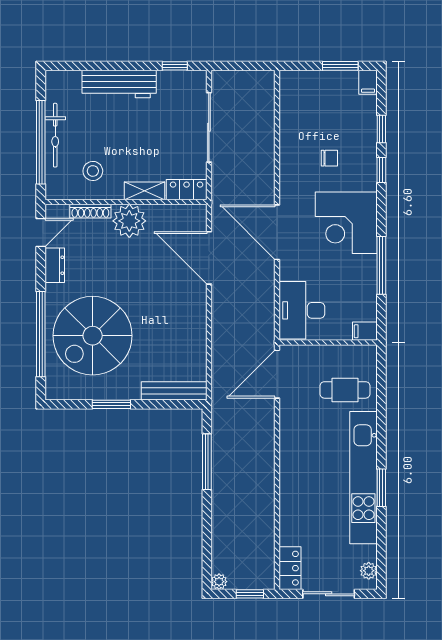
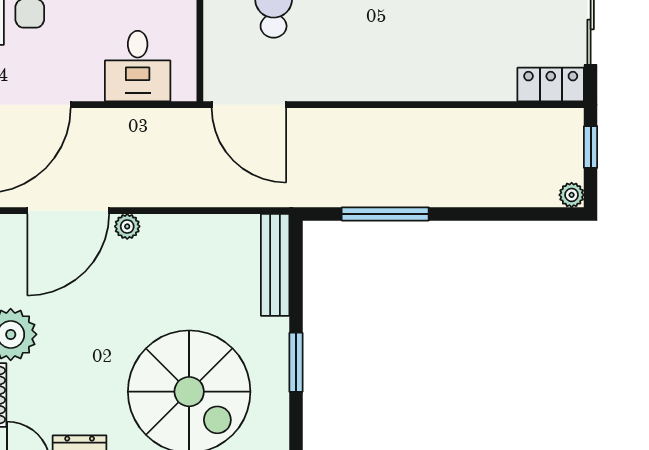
plant: (199, 296) -> (127, 226), added
desk: (302, 310) -> (138, 66), width x0.73

